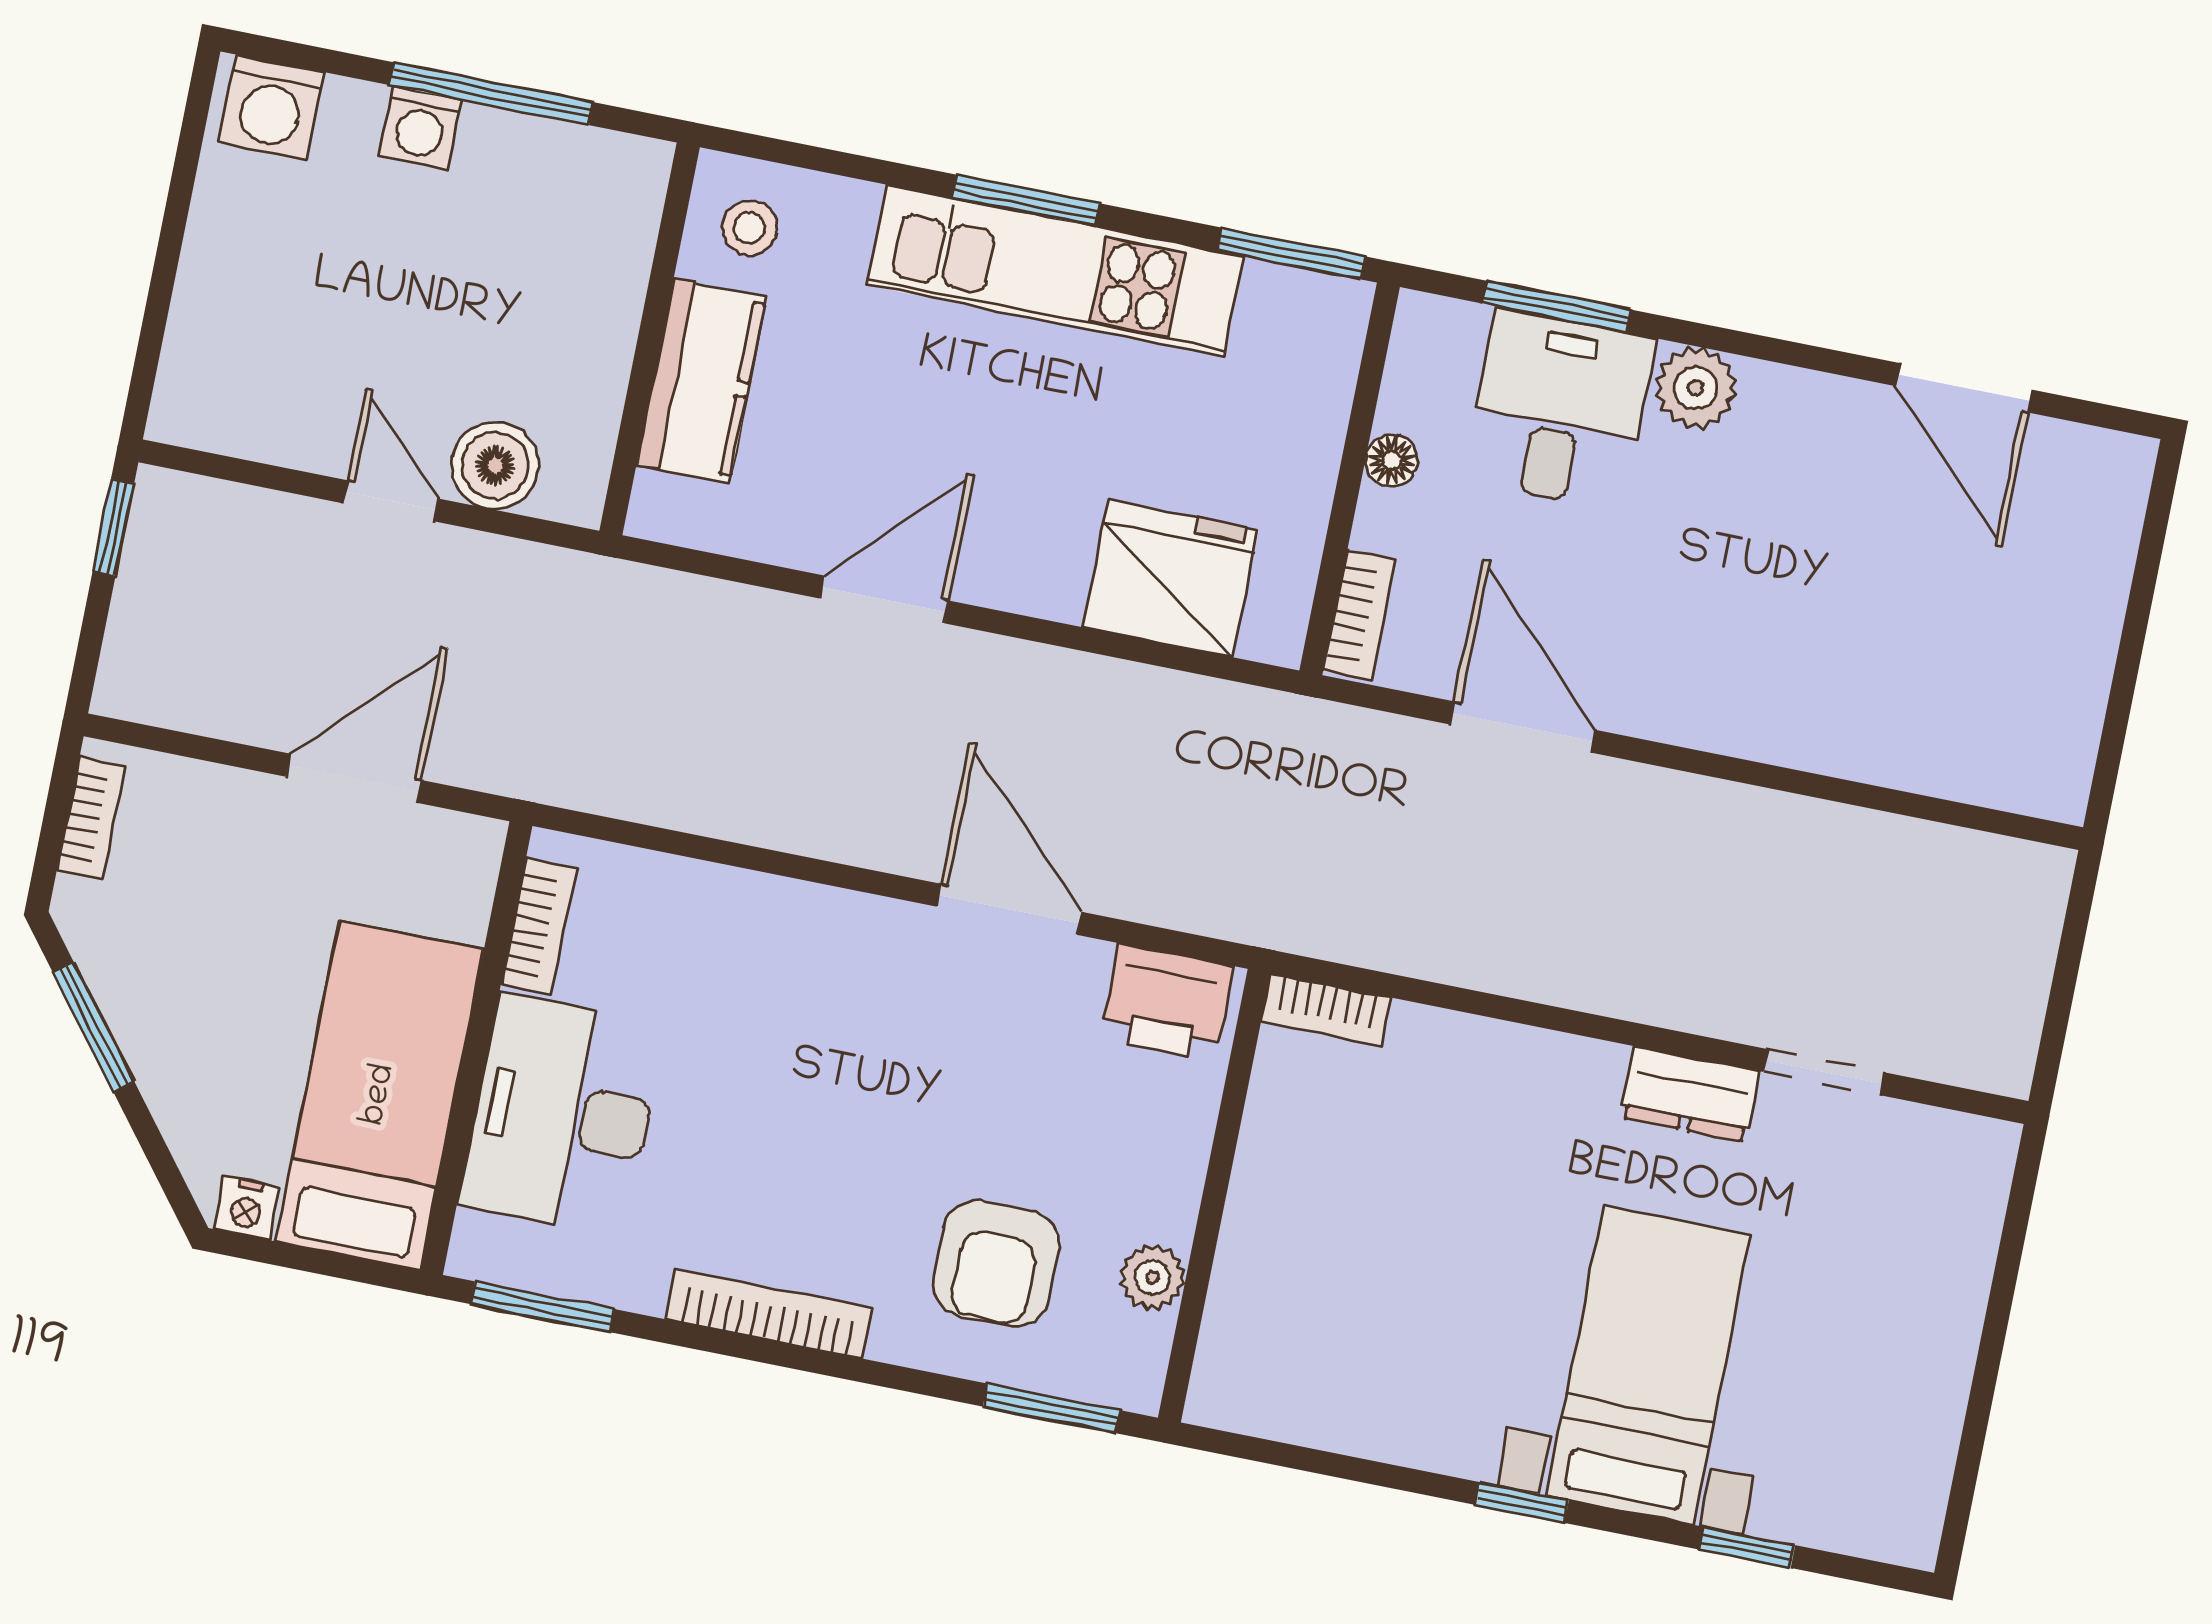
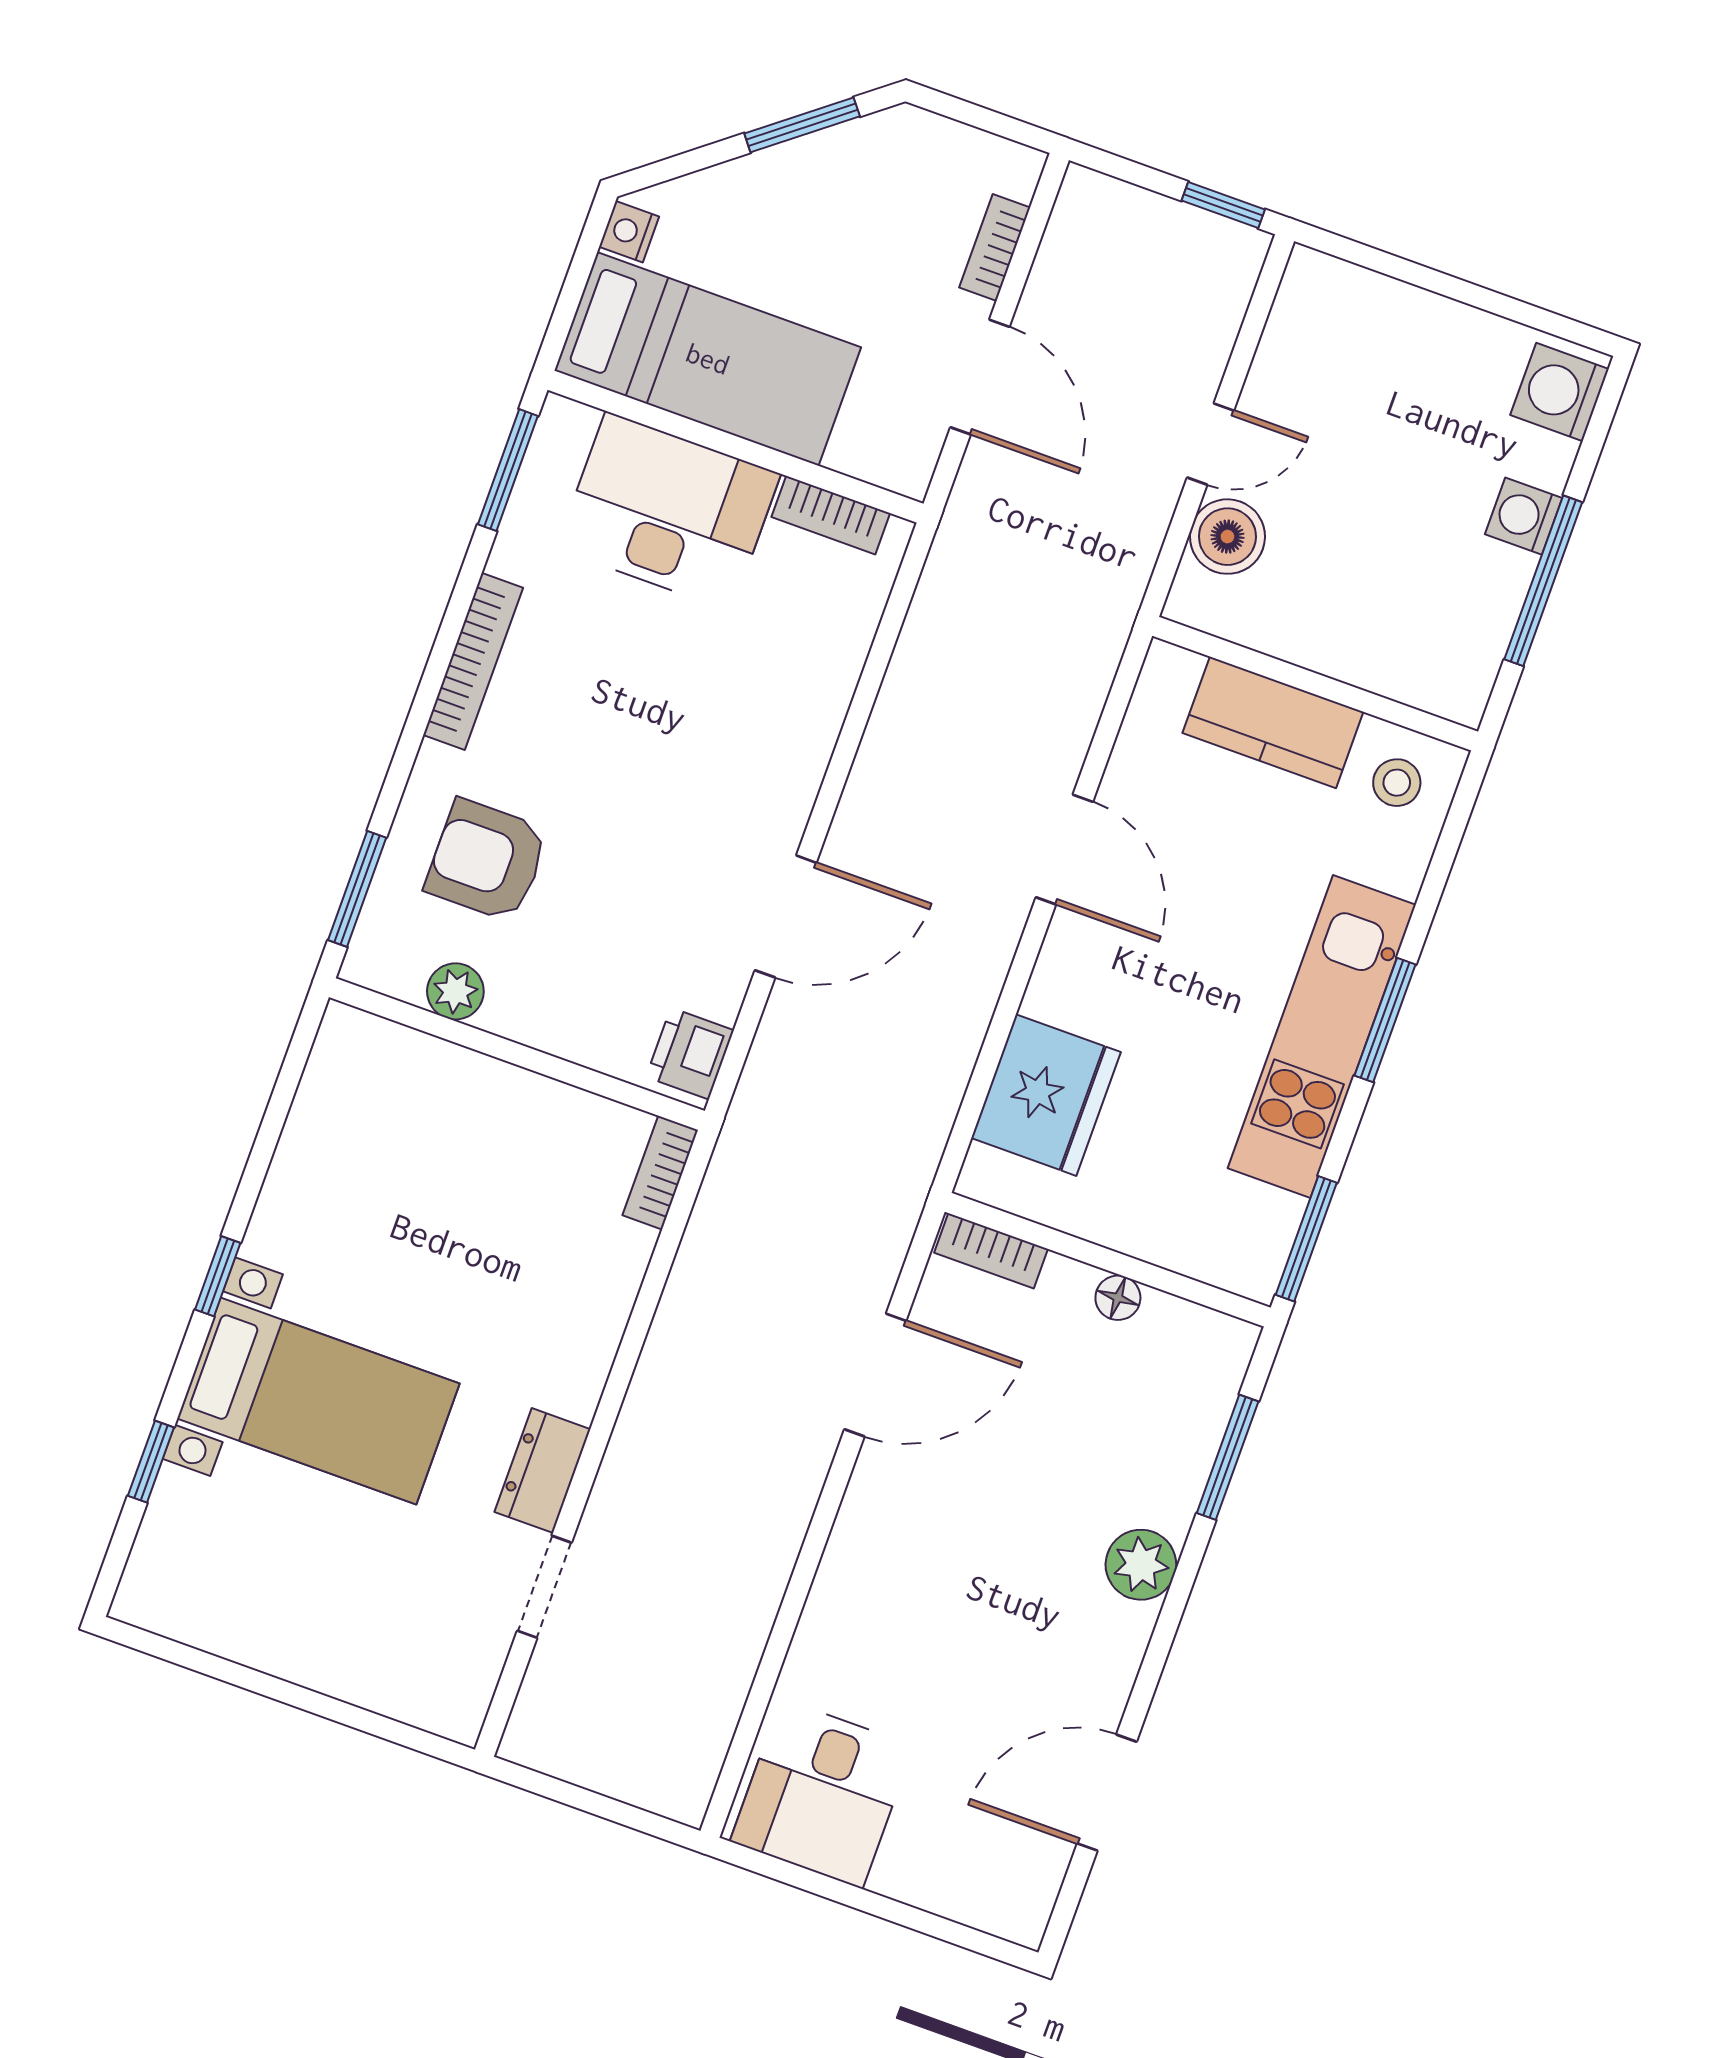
desk: (1559, 409) -> (822, 1794), moved, turned 90
bookcase: (91, 818) -> (995, 248), moved, turned 90
printer: (1167, 1002) -> (690, 1054), width x0.73, depth x0.81

